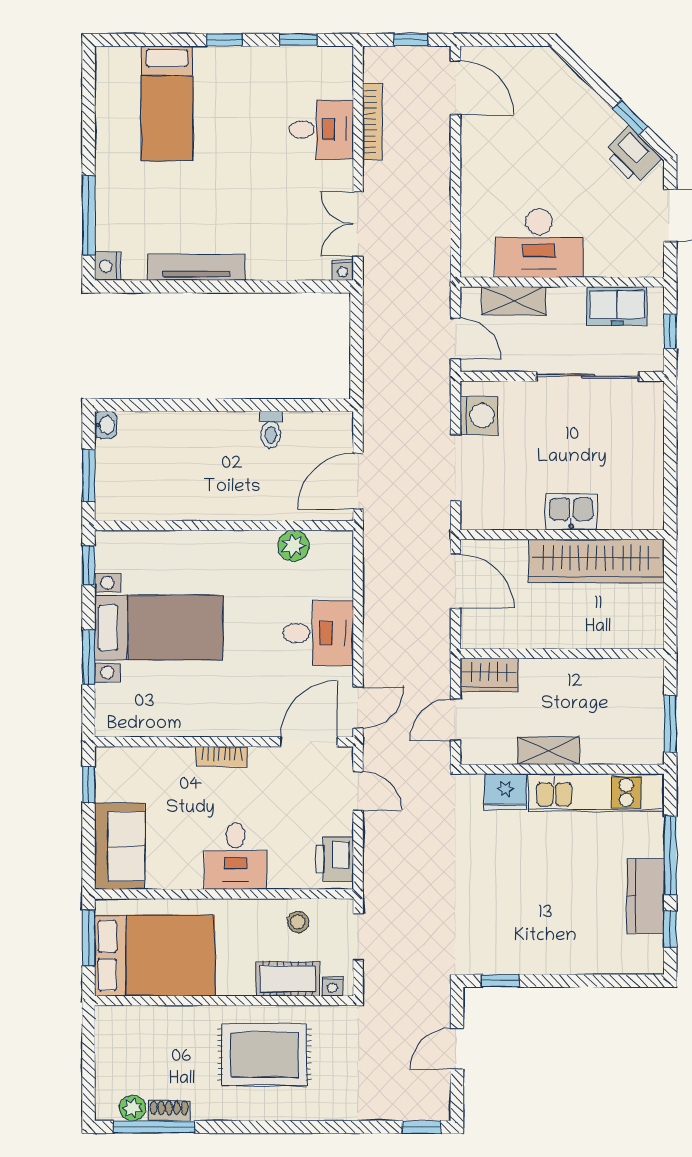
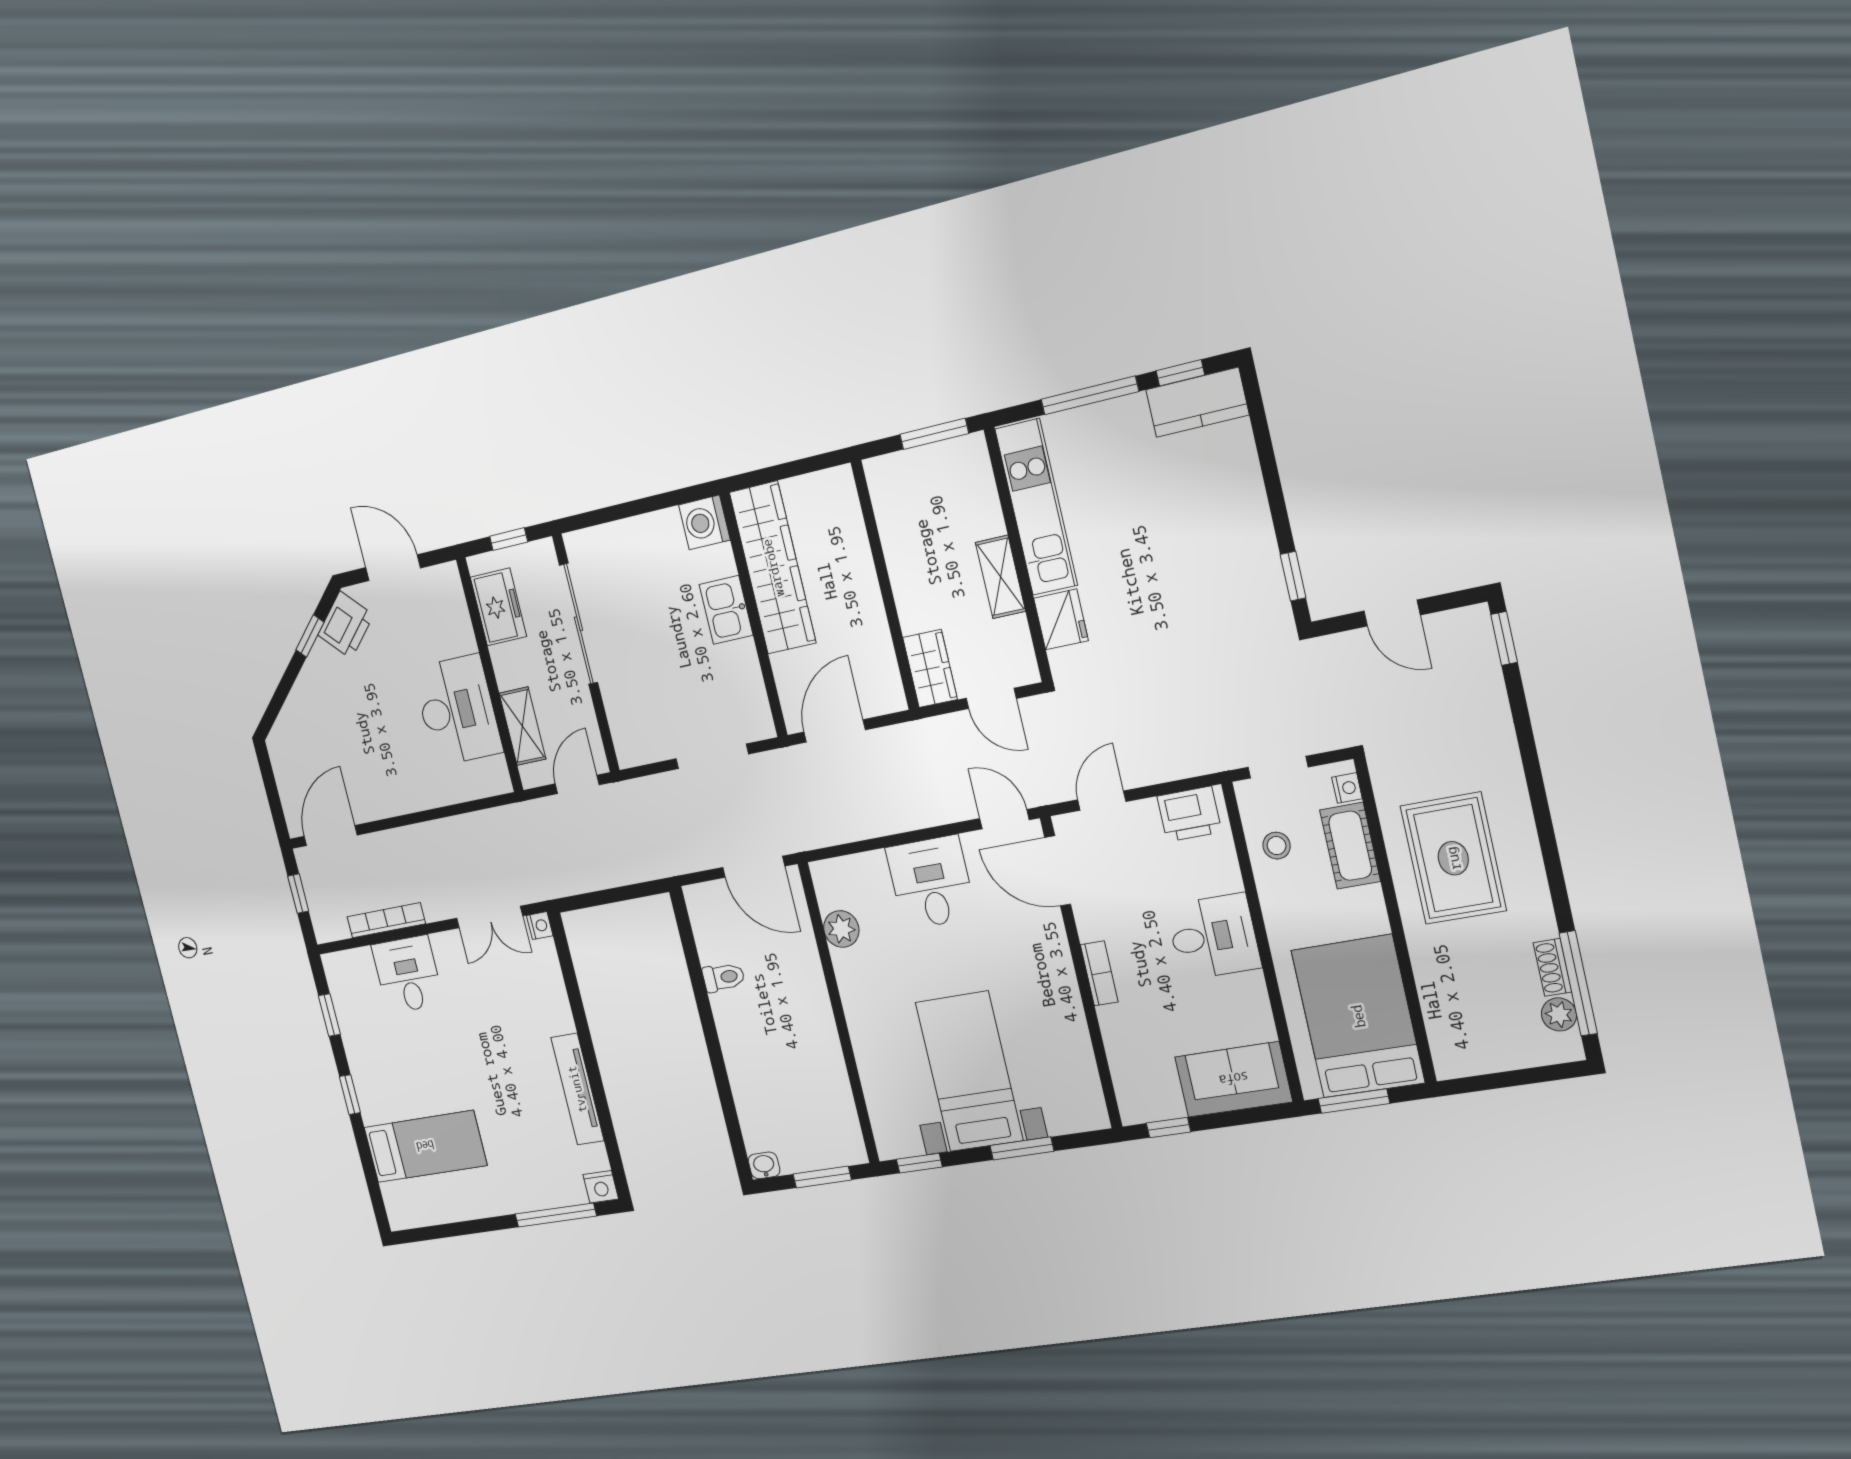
washing machine: (479, 416) -> (704, 522), moved, turned -90
kitchen counter: (645, 896) -> (1197, 402), moved

